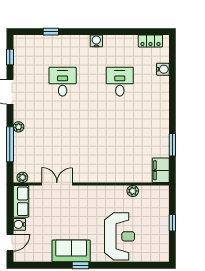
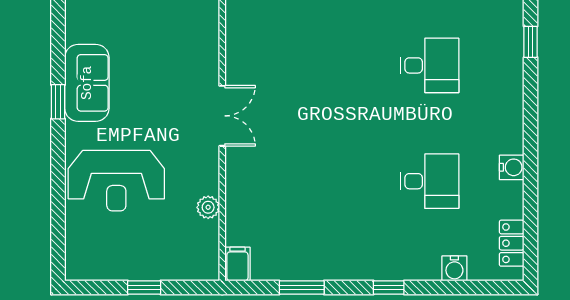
water cooler: (96, 41) -> (512, 167), moved
window: (172, 102) -> (389, 287), added
filing cabinet: (161, 170) -> (237, 264), width x0.50
double door: (57, 184) -> (222, 116), moved

